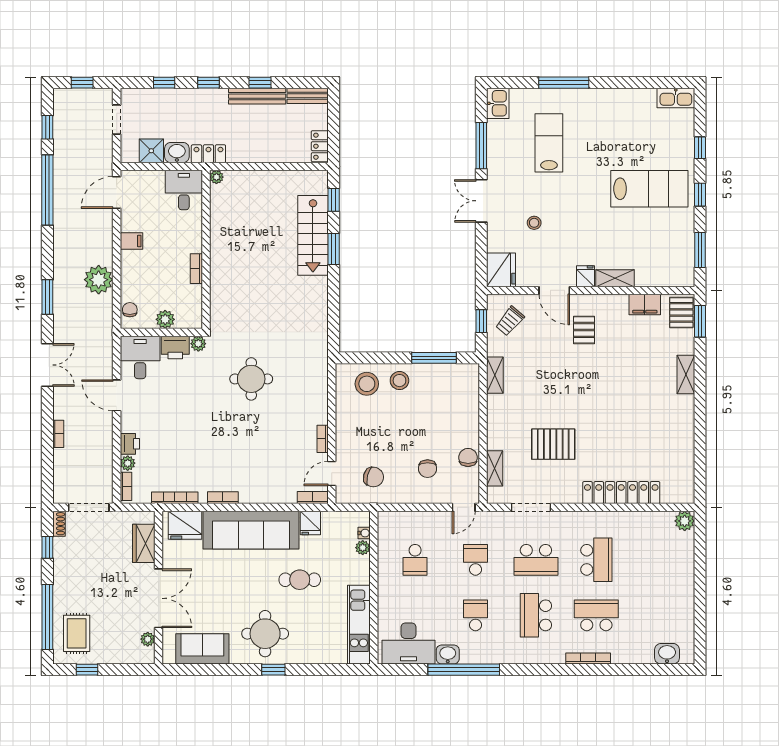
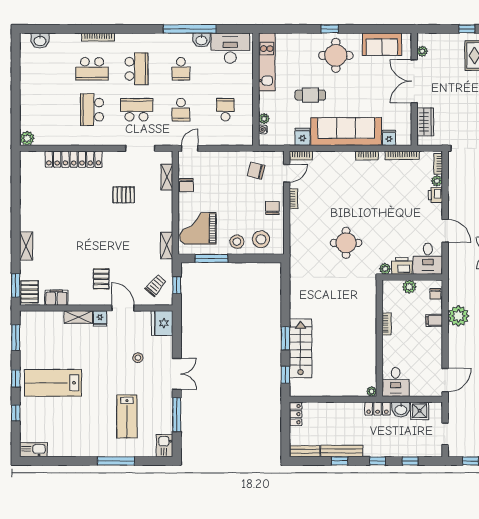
filing cabinet: (131, 241) -> (434, 320), moved
grand piano: (452, 399) -> (198, 228), added
pallet: (553, 444) -> (124, 195), width x0.67, depth x0.71
chair: (428, 469) -> (272, 208), moved
fridge: (185, 525) -> (389, 138), width x0.53, depth x0.75

